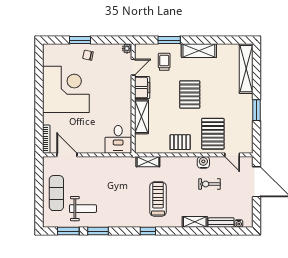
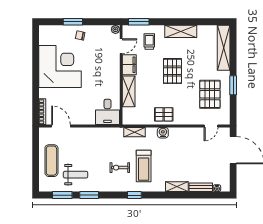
window: (169, 40) -> (139, 22), moved
pallet: (213, 134) -> (210, 94), moved
door: (232, 155) -> (211, 126), hinge flipped
water cooler: (203, 162) -> (163, 133), moved
exercise bike: (210, 184) -> (120, 168), moved
treadmill: (158, 199) -> (144, 166), turned 180

